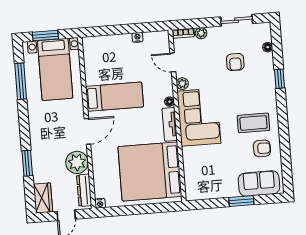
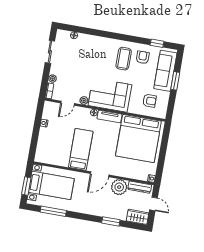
armchair: (235, 62) -> (149, 101), moved
window: (279, 79) -> (157, 43), moved
door: (87, 131) -> (100, 174), swing flipped
sofa: (259, 184) -> (165, 71), width x1.36

